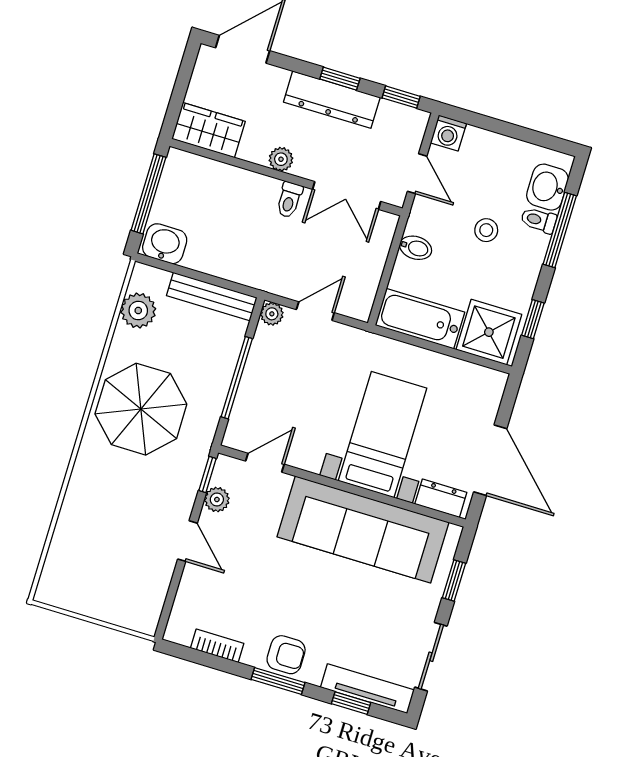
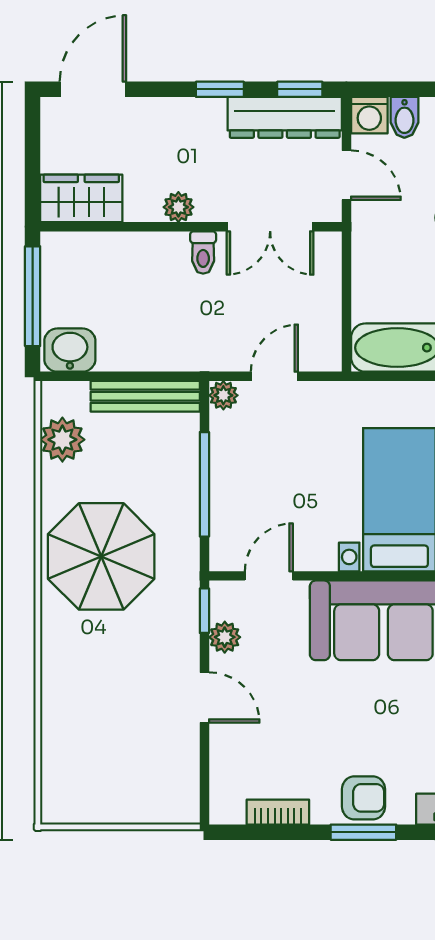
dresser: (332, 100) -> (285, 117), moved
bidet: (416, 248) -> (404, 117), moved, turned 90

